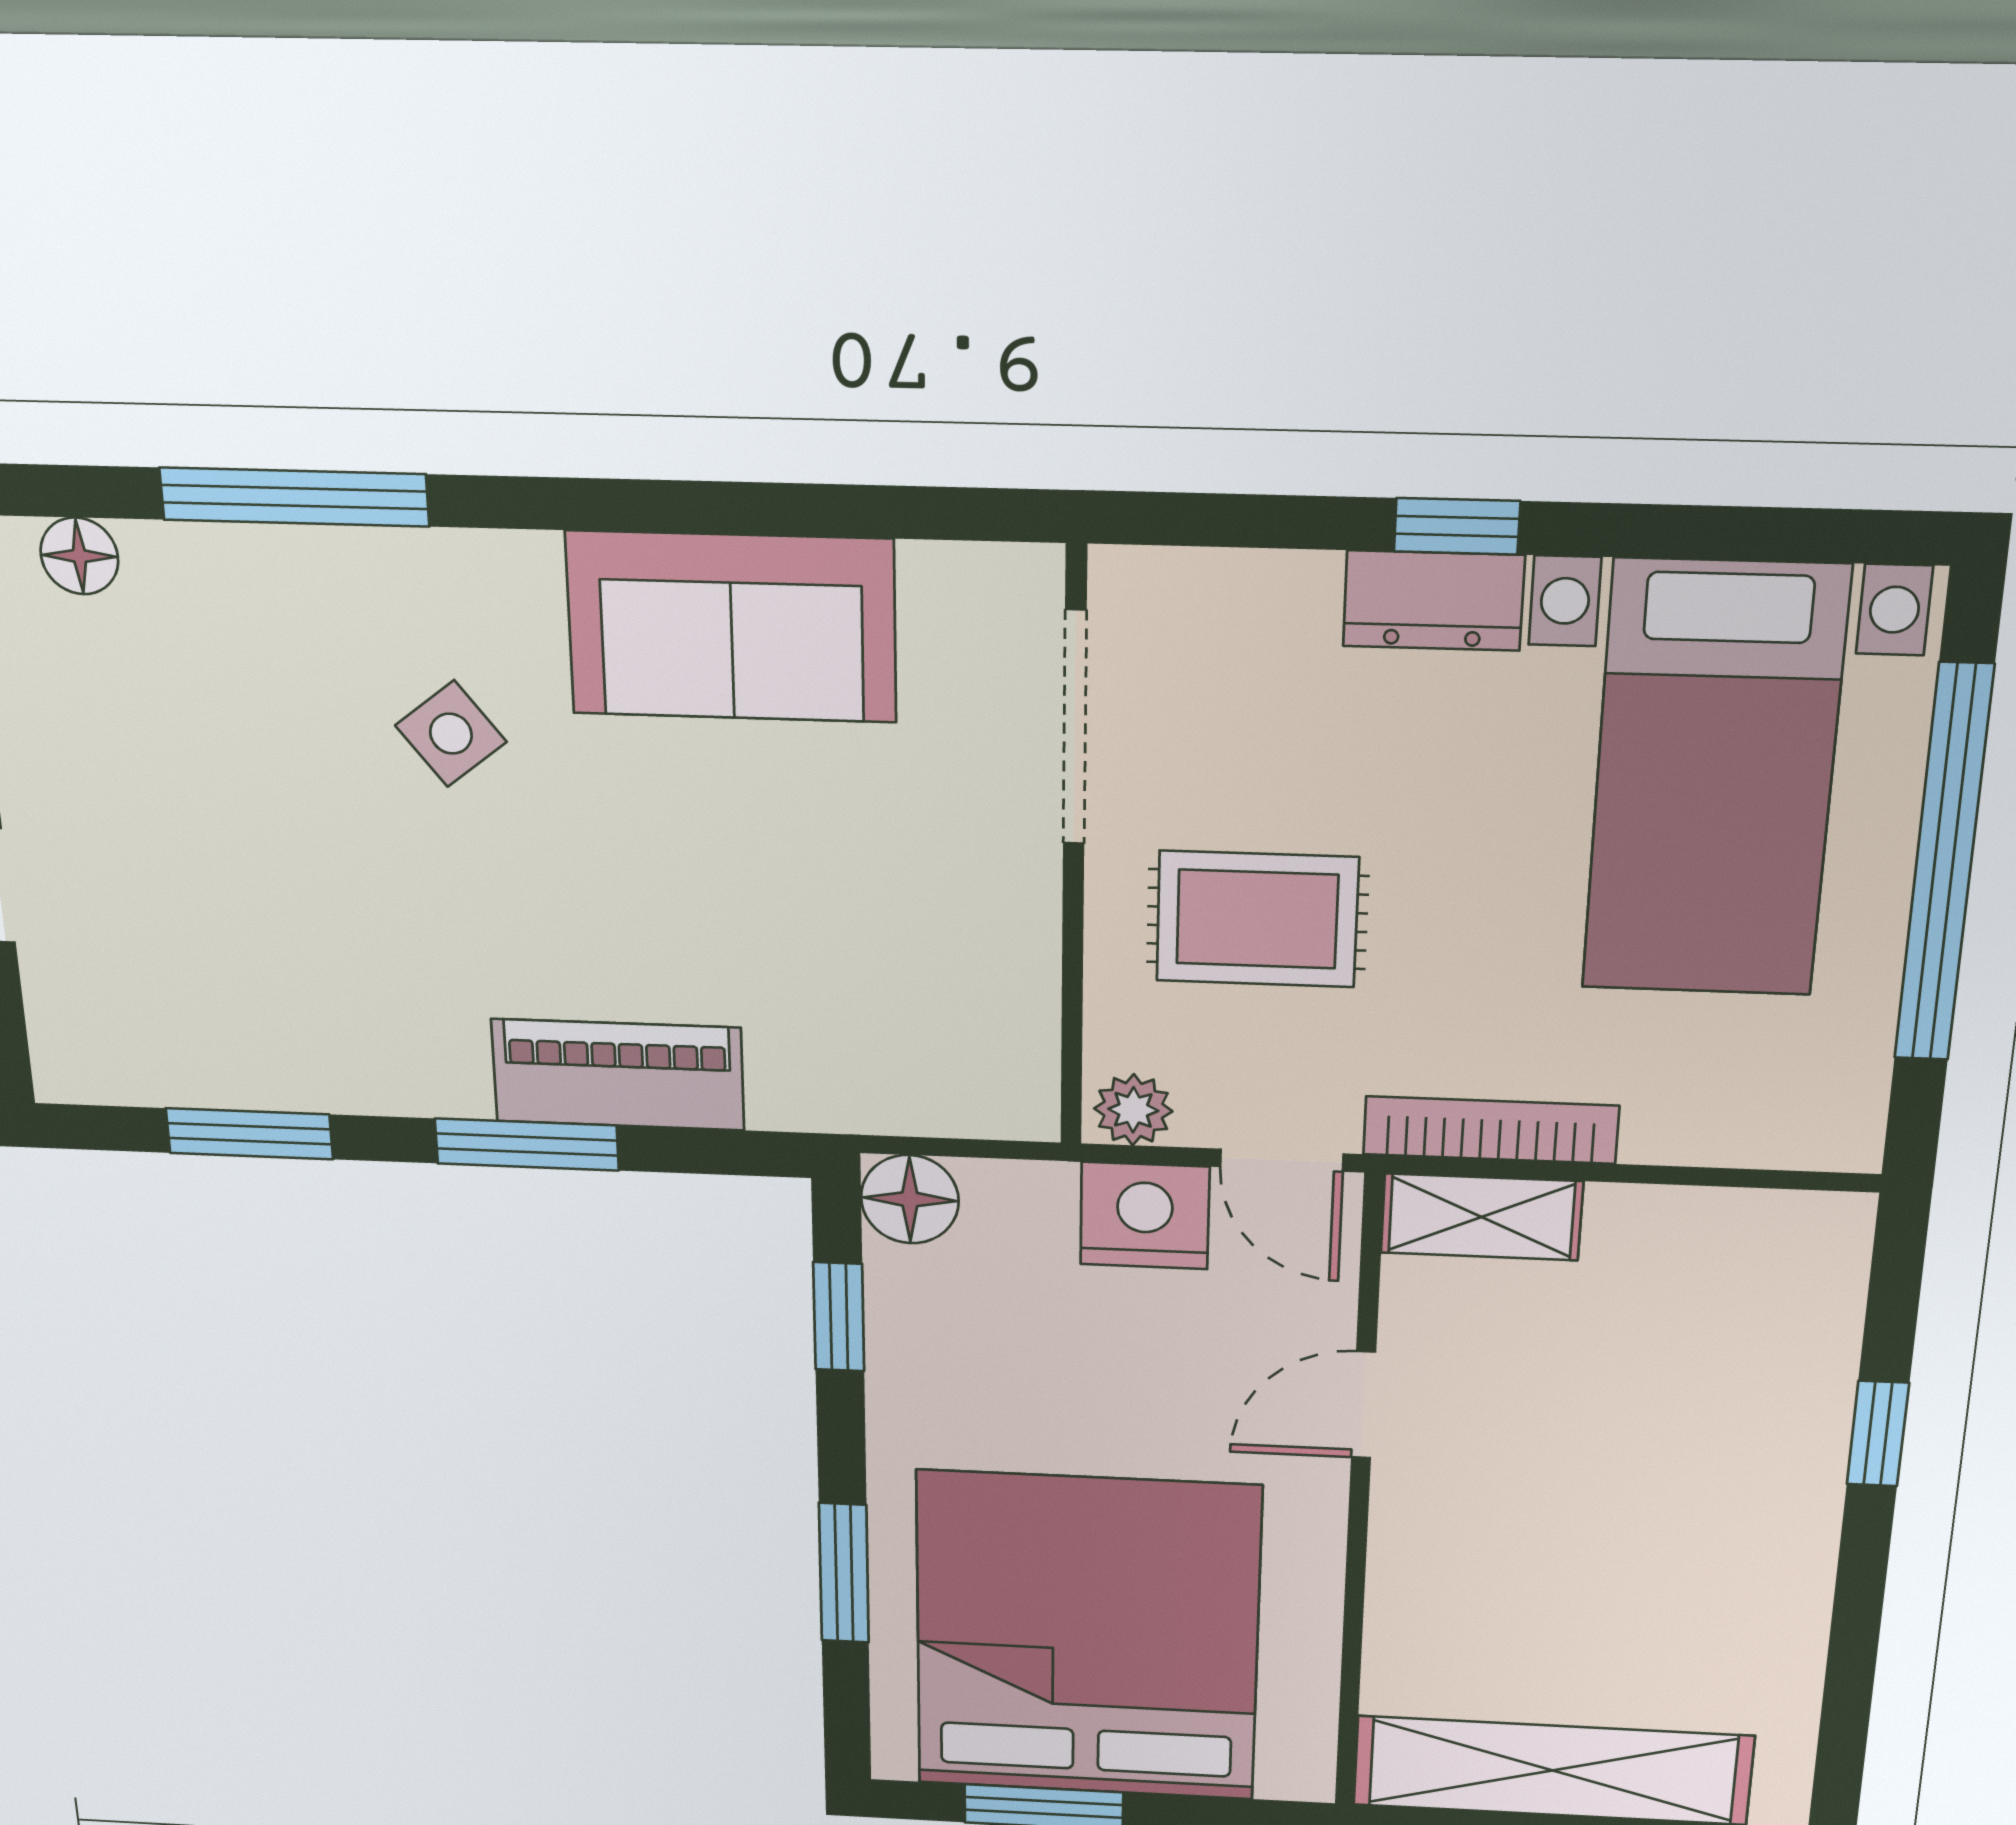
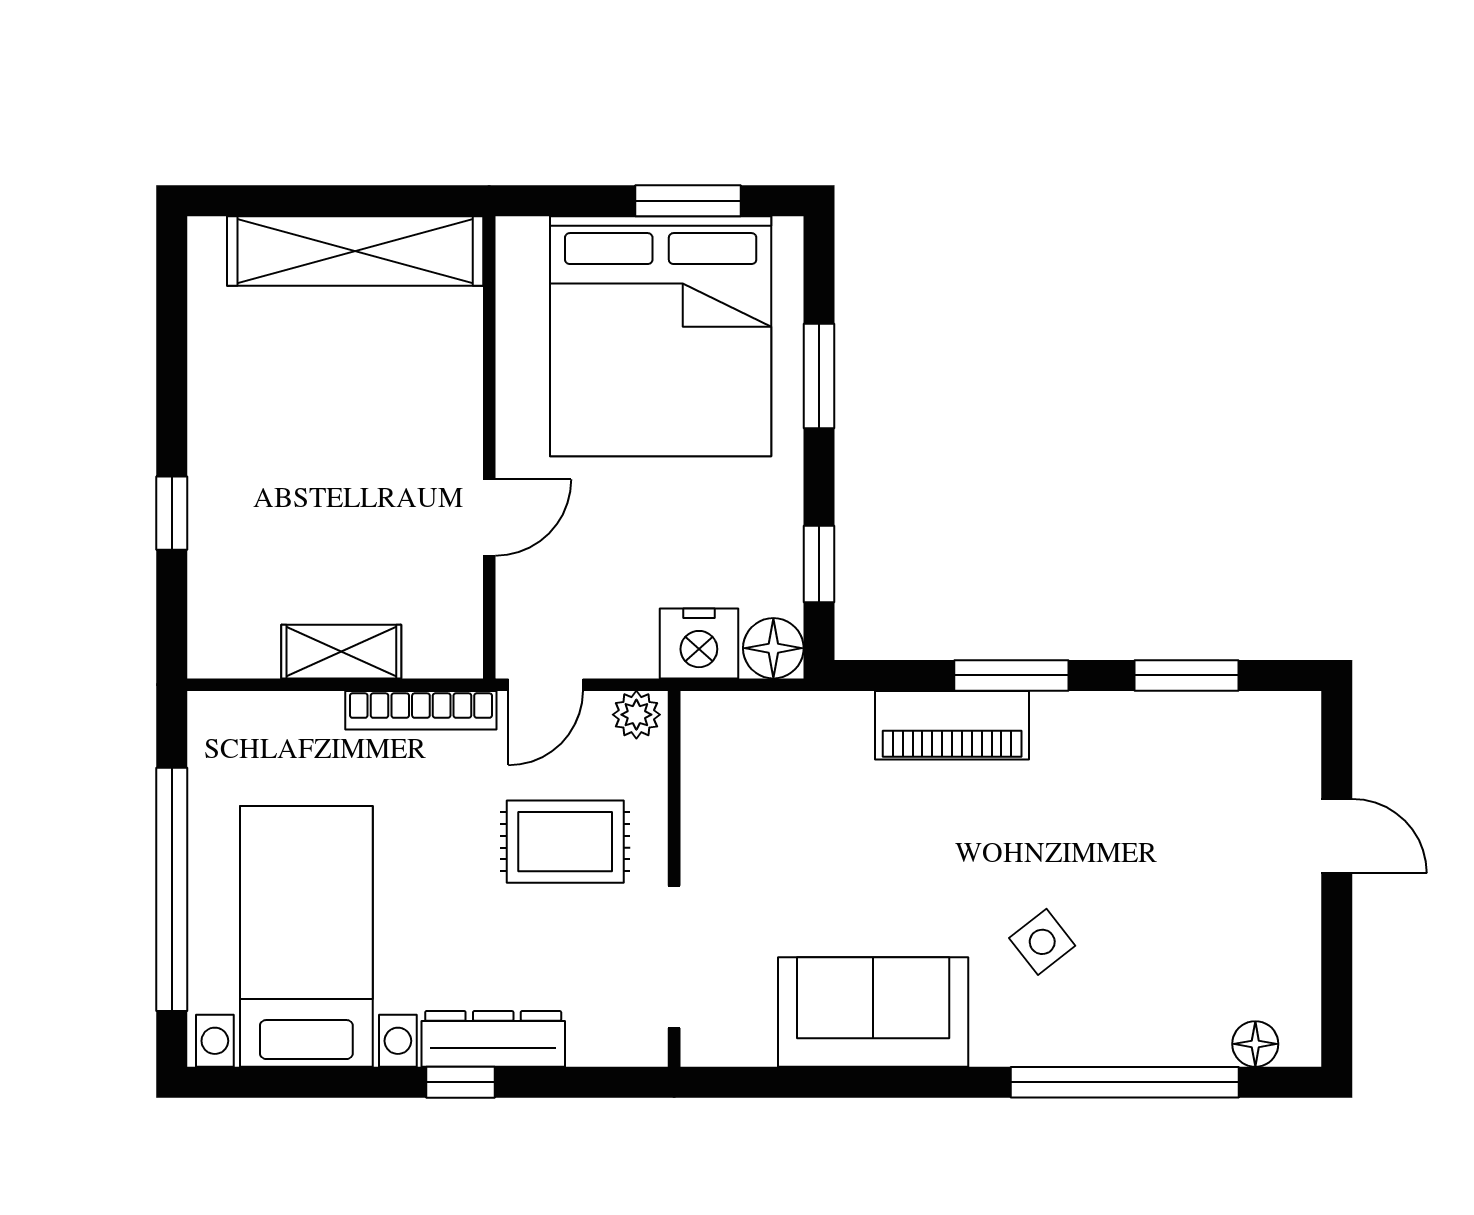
window: (294, 497) -> (1125, 1082), width x1.46
dresser: (1434, 601) -> (493, 1039), width x1.44
door: (1282, 1160) -> (546, 685), swing flipped
nightstand: (1145, 1216) -> (699, 643), moved
shelving: (1481, 1217) -> (341, 652), moved

